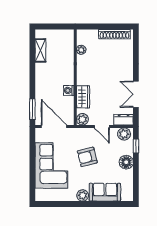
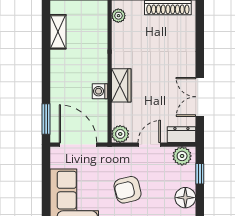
plant: (81, 50) -> (118, 16), moved
wardrobe: (83, 97) -> (121, 85), moved
door: (102, 126) -> (149, 145), swing flipped

